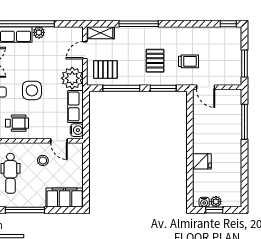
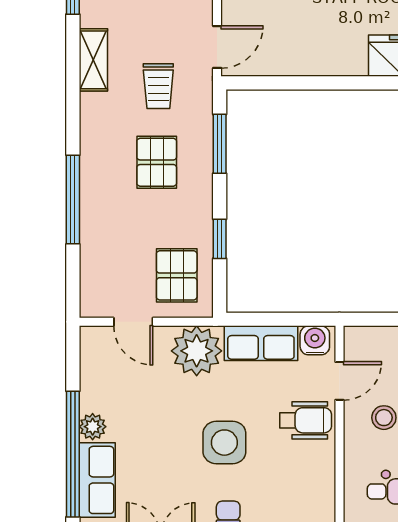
shelving: (100, 33) -> (93, 60), moved
pallet: (155, 61) -> (157, 162), turned 90
trolley: (189, 61) -> (158, 86), turned 180
window: (121, 88) -> (220, 239), width x0.46
wheelchair: (17, 123) -> (306, 420), moved, turned 90

